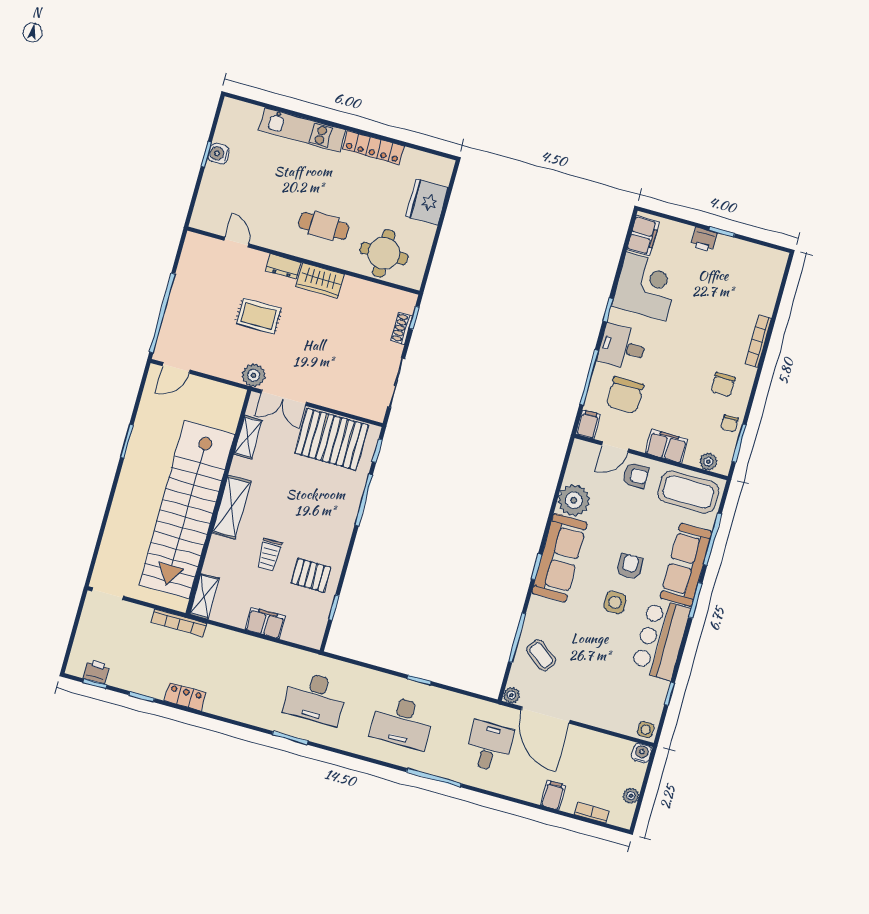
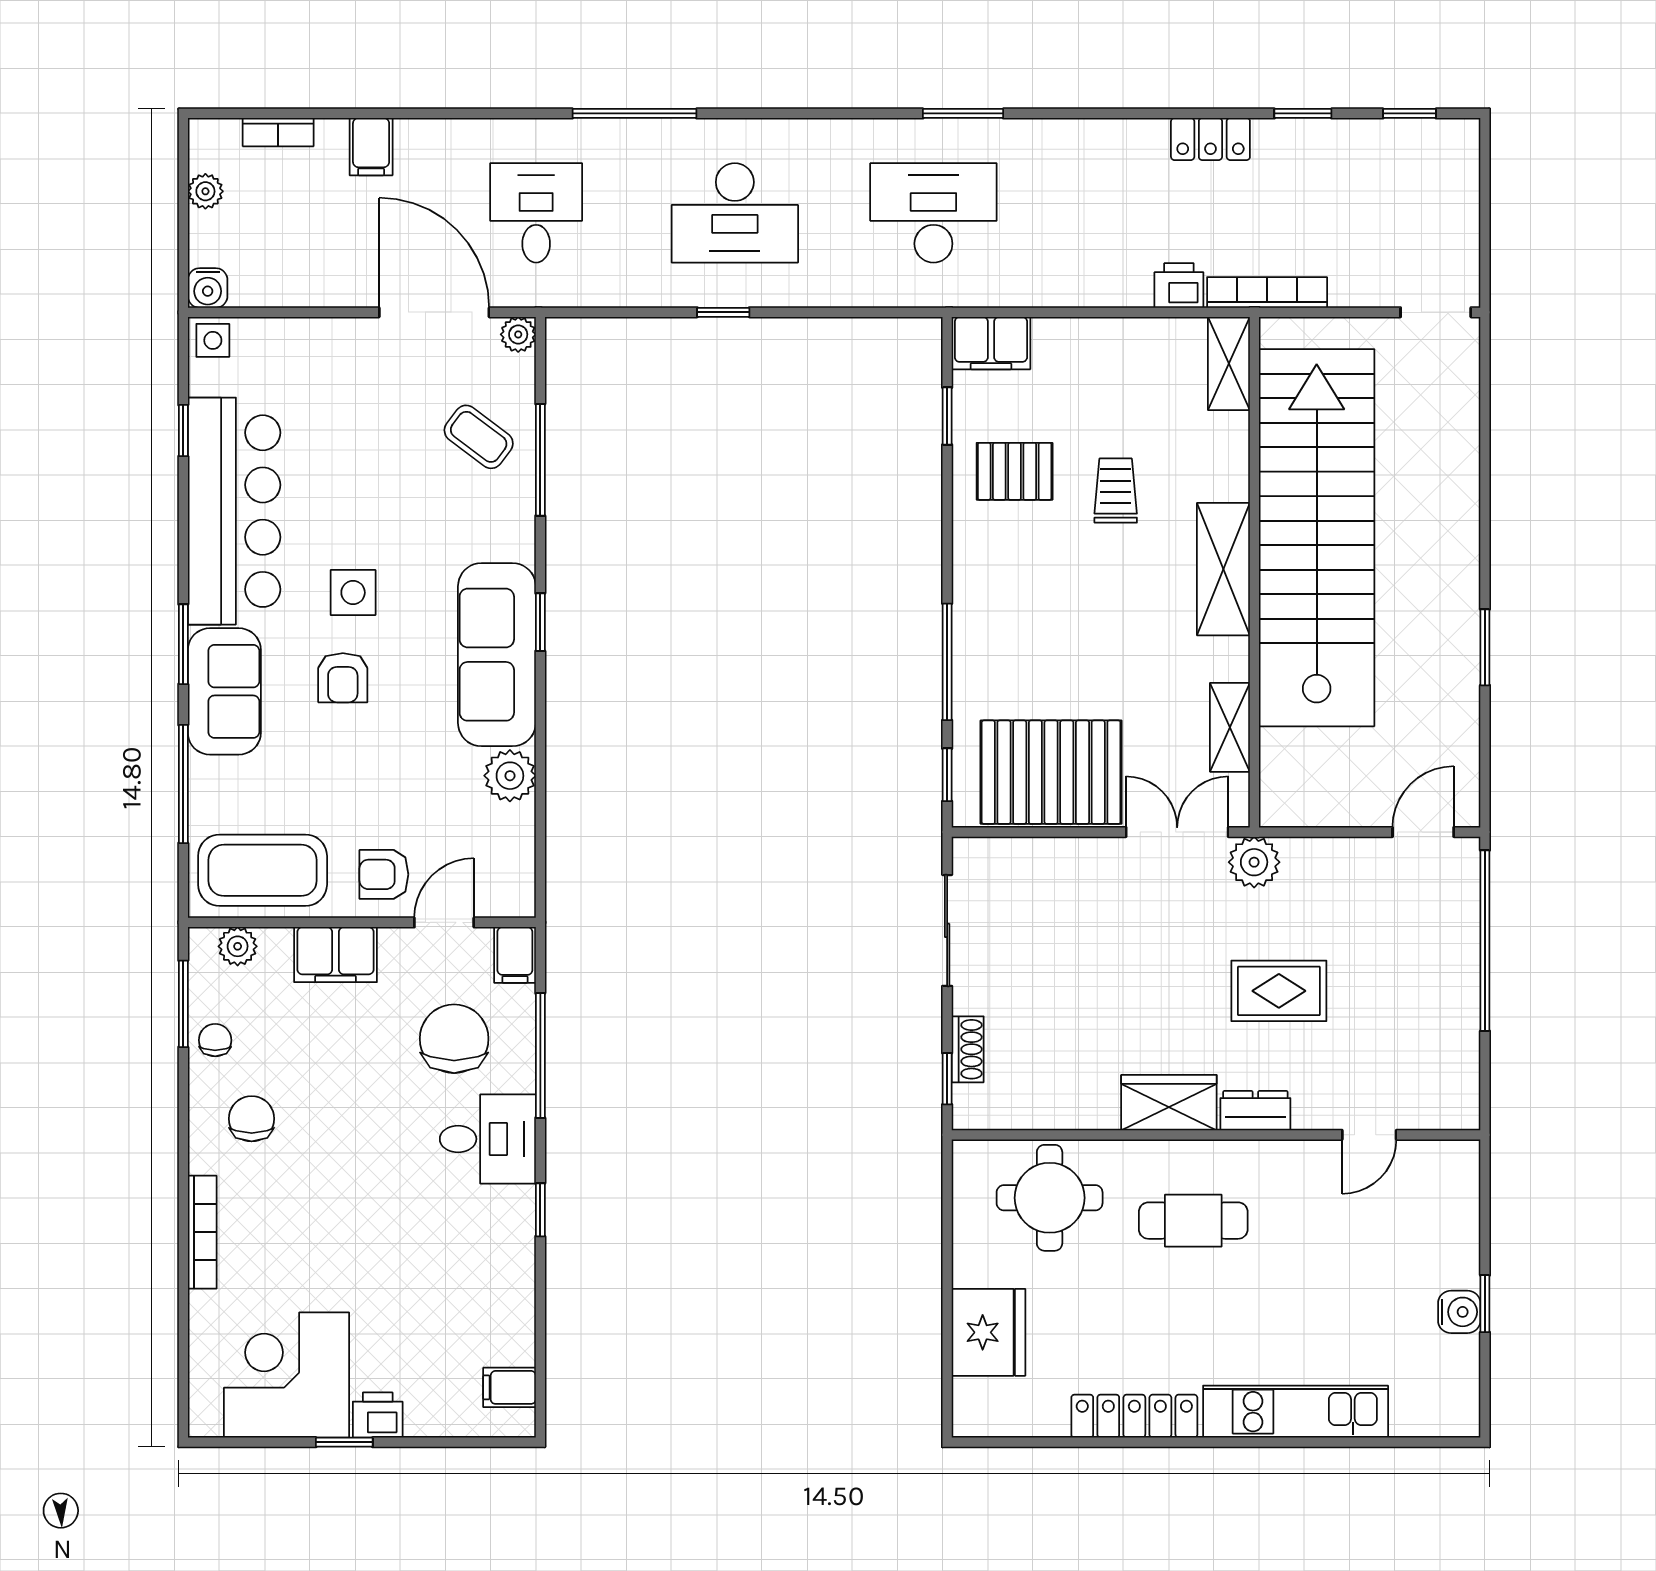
filing cabinet: (643, 236) -> (510, 1387), width x0.50
door: (236, 242) -> (1369, 1135), hinge flipped
corner desk: (646, 287) -> (287, 1375), moved, turned 90
plant: (574, 500) -> (510, 776), width x0.73, depth x0.73
sofa: (686, 565) -> (224, 691), width x0.73
filing cabinet: (265, 623) -> (991, 343), moved
bar counter: (661, 639) -> (234, 511), width x1.36
printer: (96, 671) -> (1179, 286), moved, turned 180
desk: (402, 722) -> (735, 213), turned 180
desk: (489, 746) -> (536, 213), turned 180

